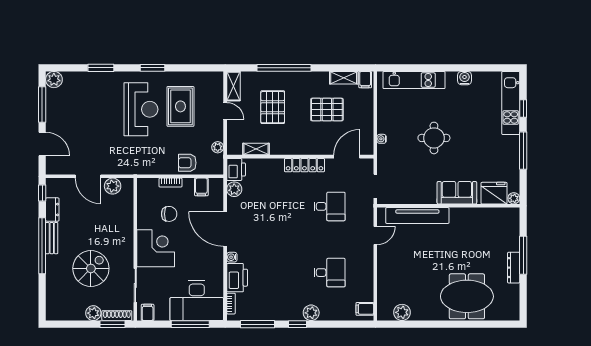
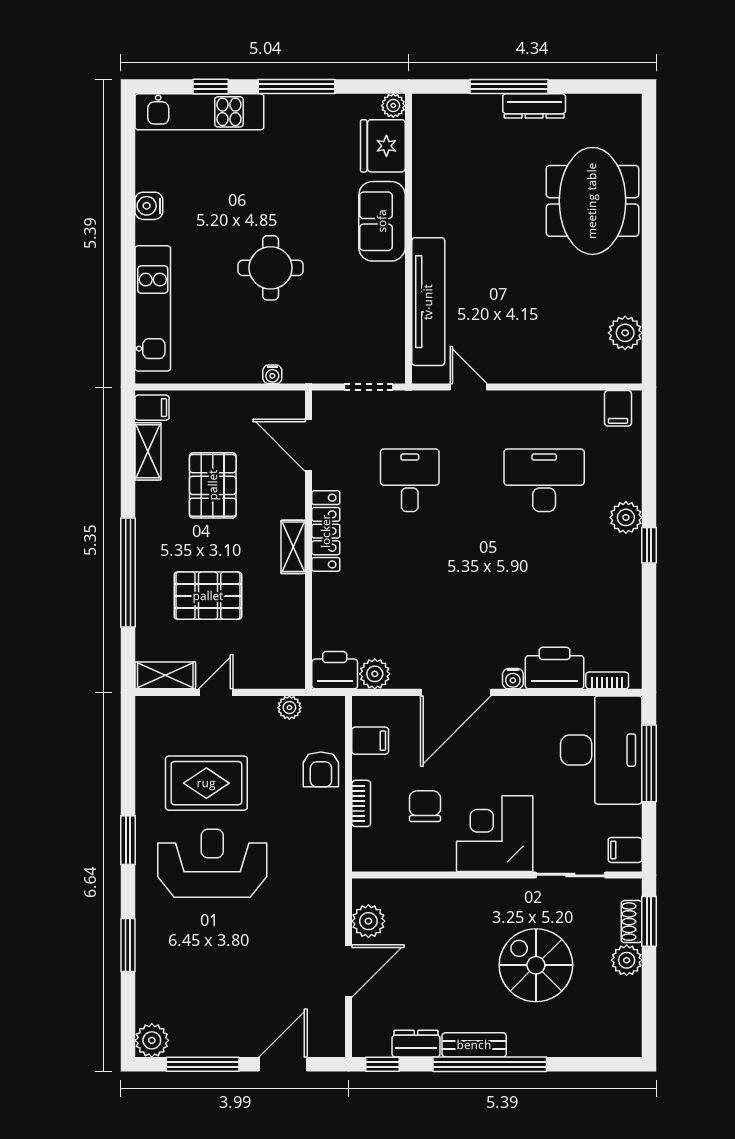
shelving: (256, 149) -> (293, 547), moved
desk: (329, 273) -> (544, 480), width x1.37
shoe rack: (117, 316) -> (632, 922), width x0.70
window: (257, 324) -> (649, 627), removed

